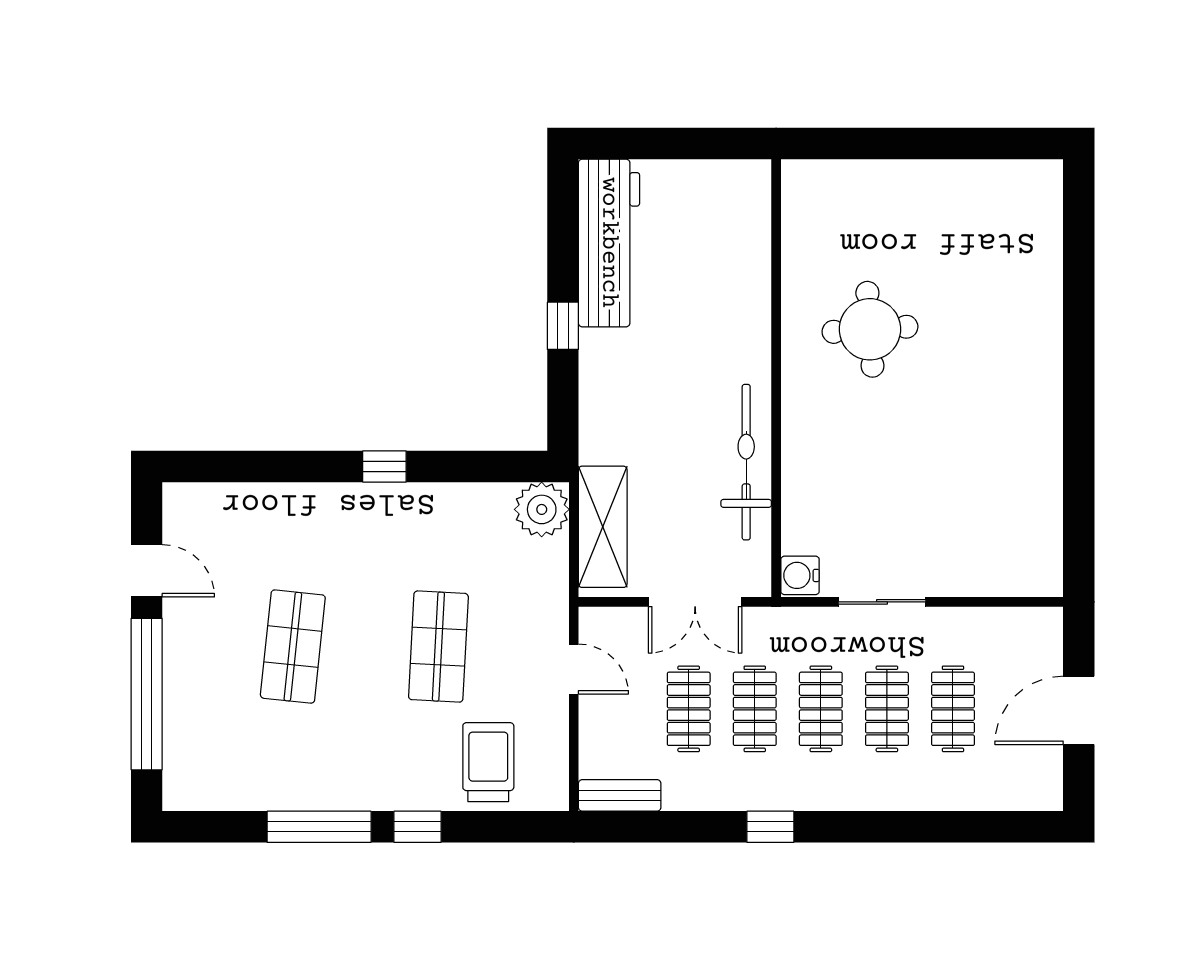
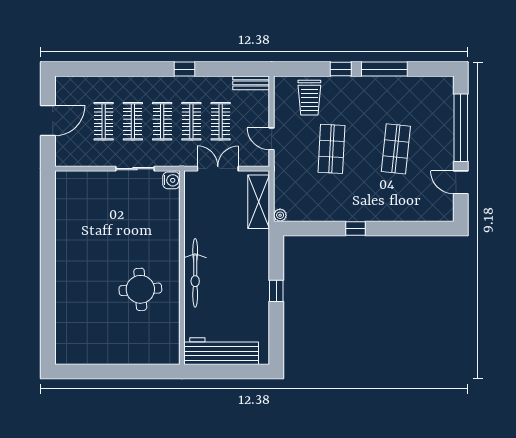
workbench: (609, 243) -> (221, 351), moved, turned 90
bicycle: (746, 462) -> (195, 273), moved
plant: (542, 509) -> (280, 215), width x0.53, depth x0.53

